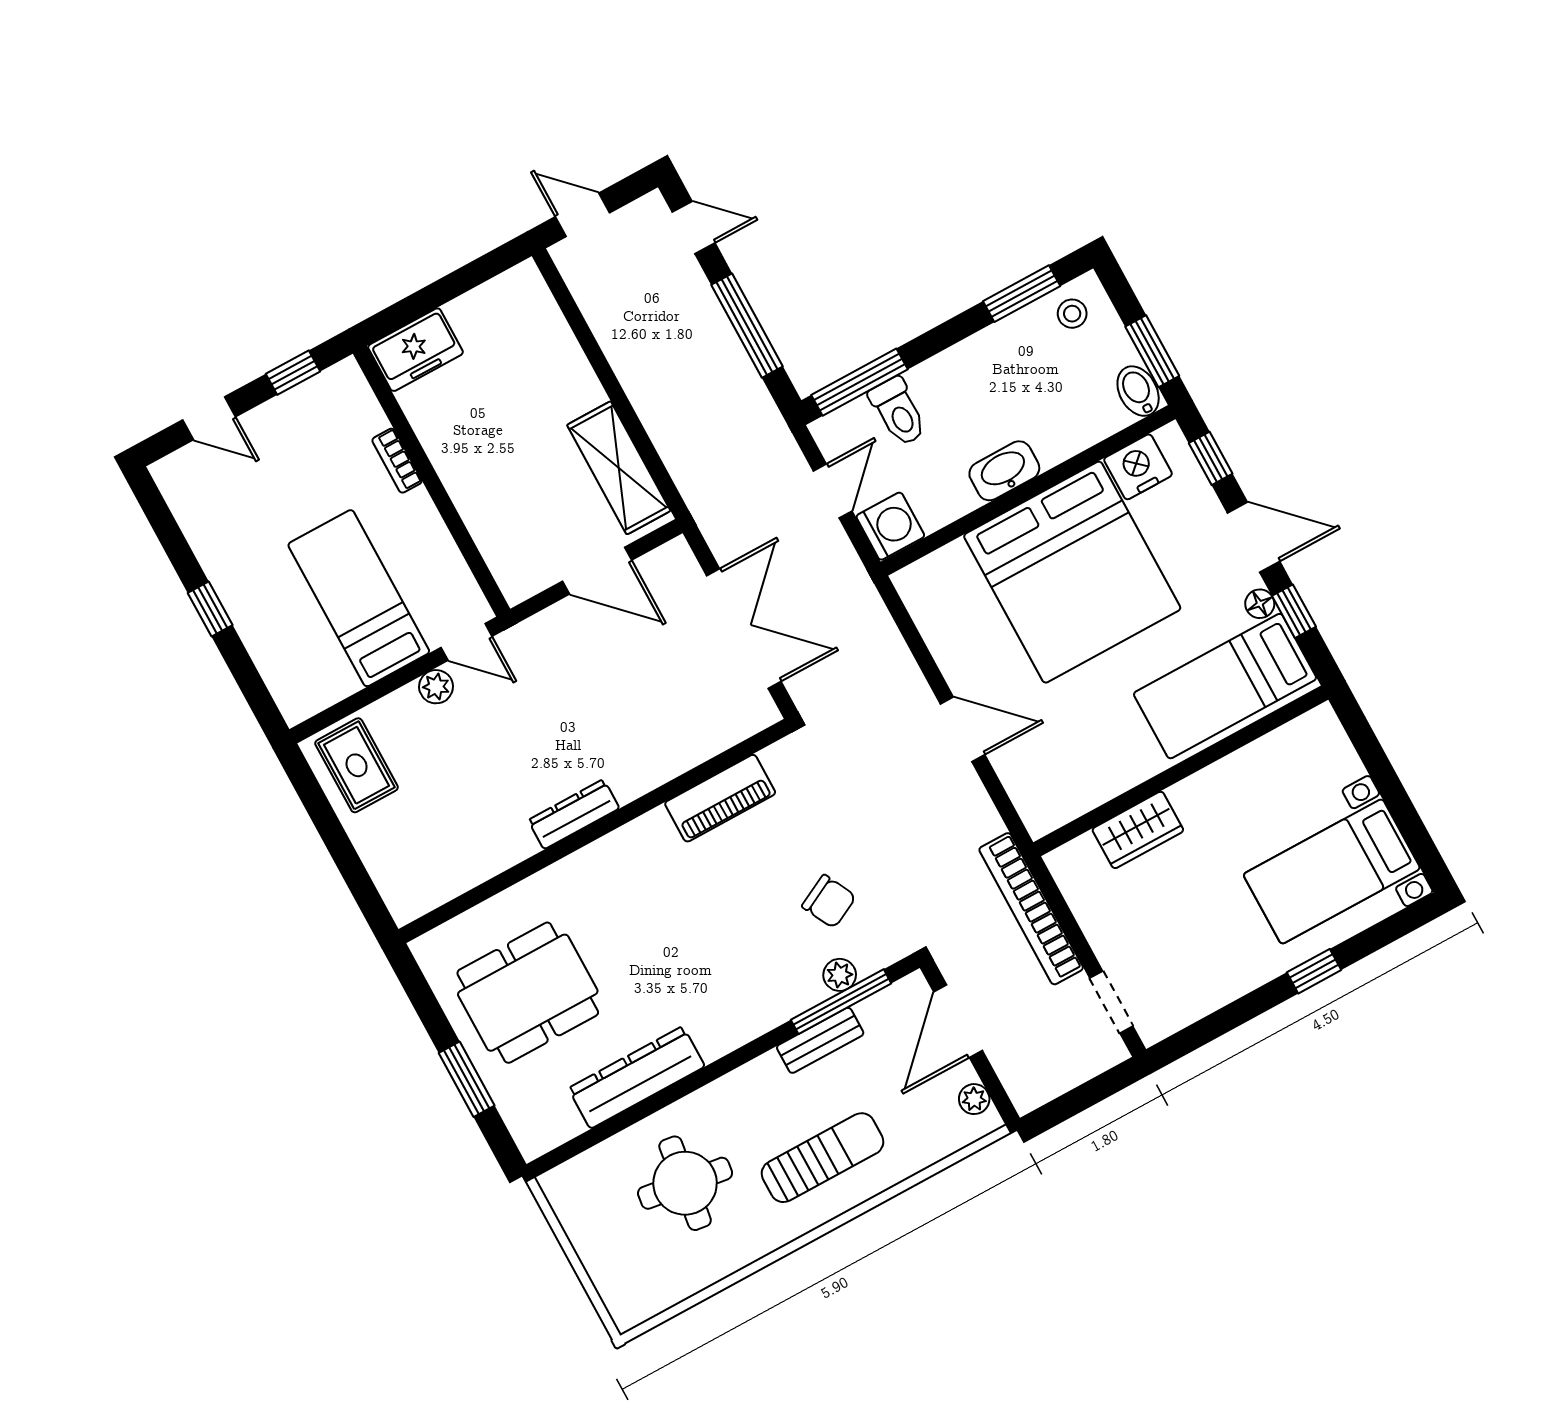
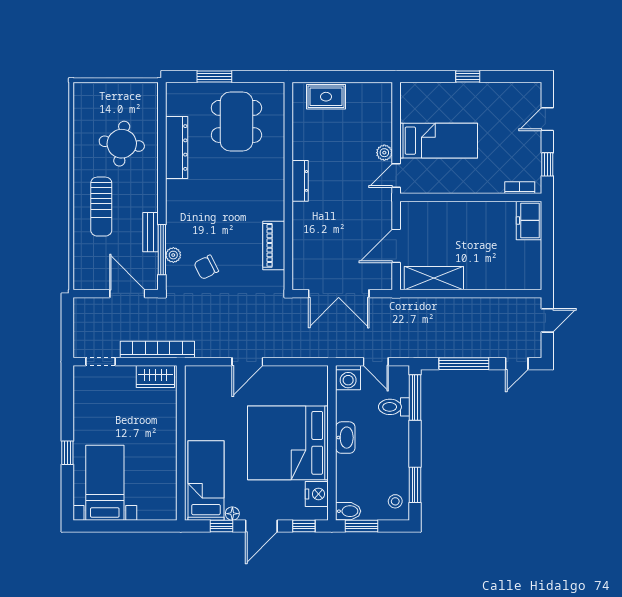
bookcase: (397, 461) -> (520, 188), moved
rug: (357, 765) -> (326, 97), moved
wardrobe: (1138, 830) -> (155, 377), moved, turned -90
plant: (974, 1099) -> (91, 283), removed

